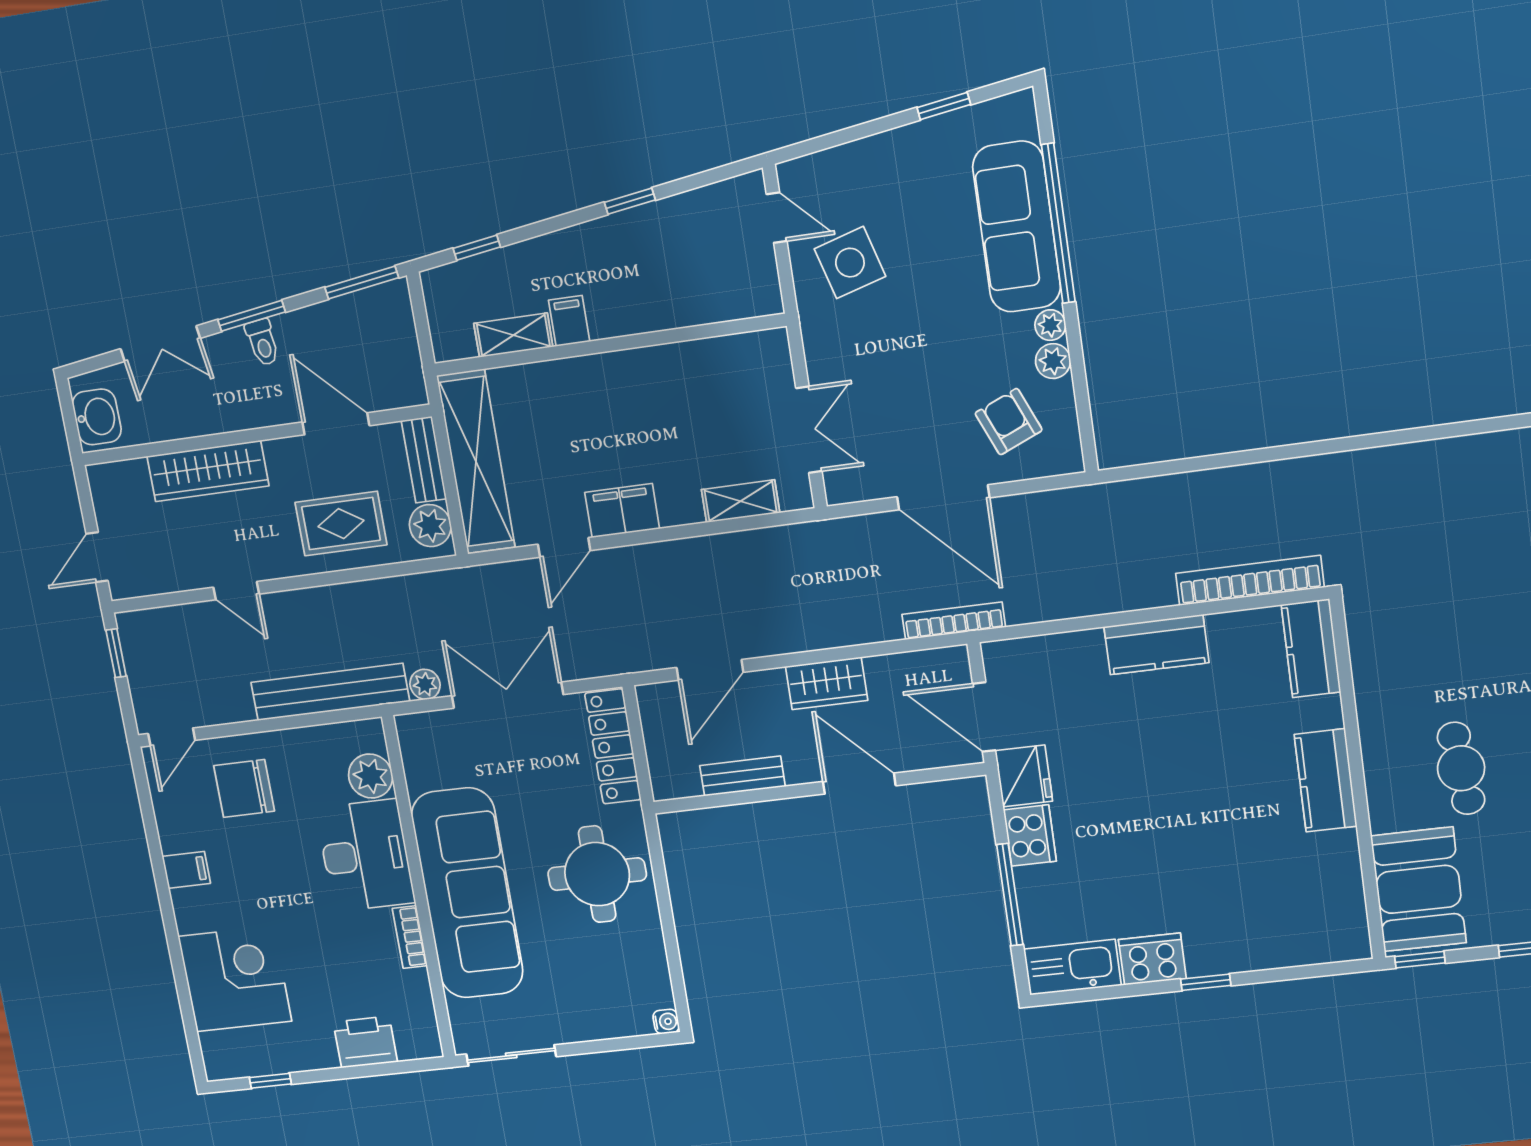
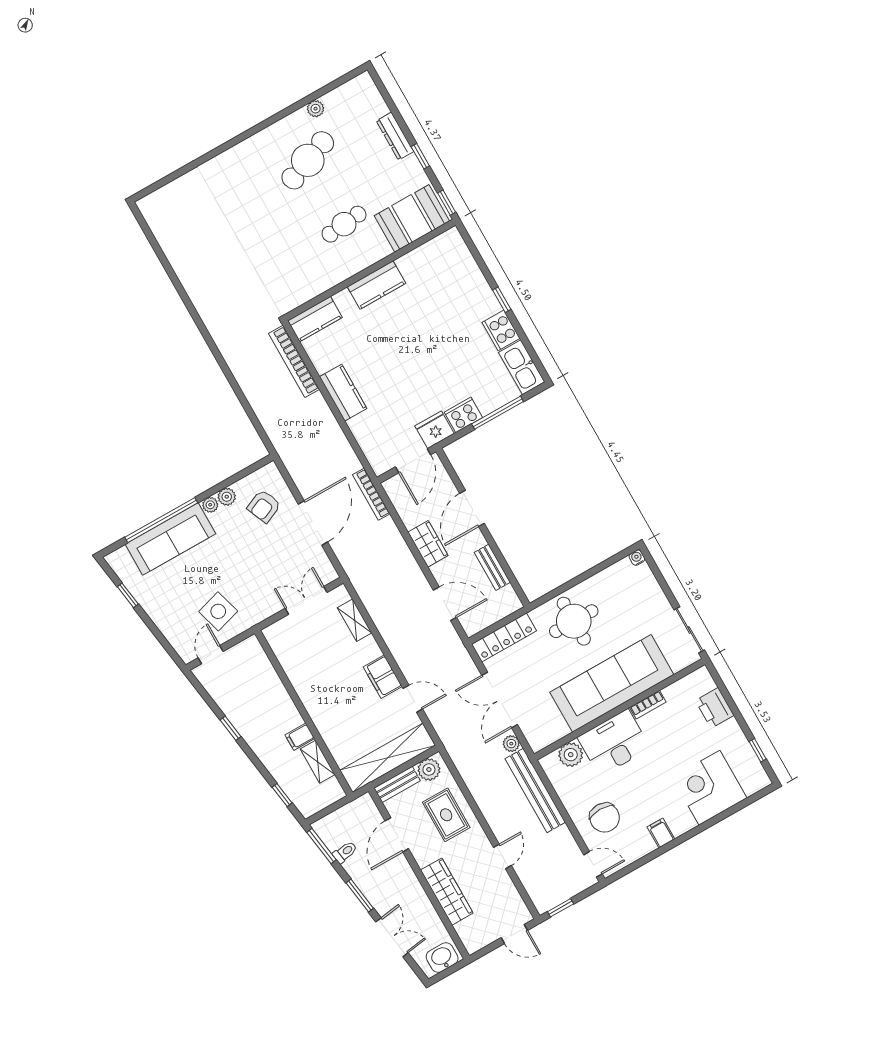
toilet: (262, 342) -> (345, 852), moved

